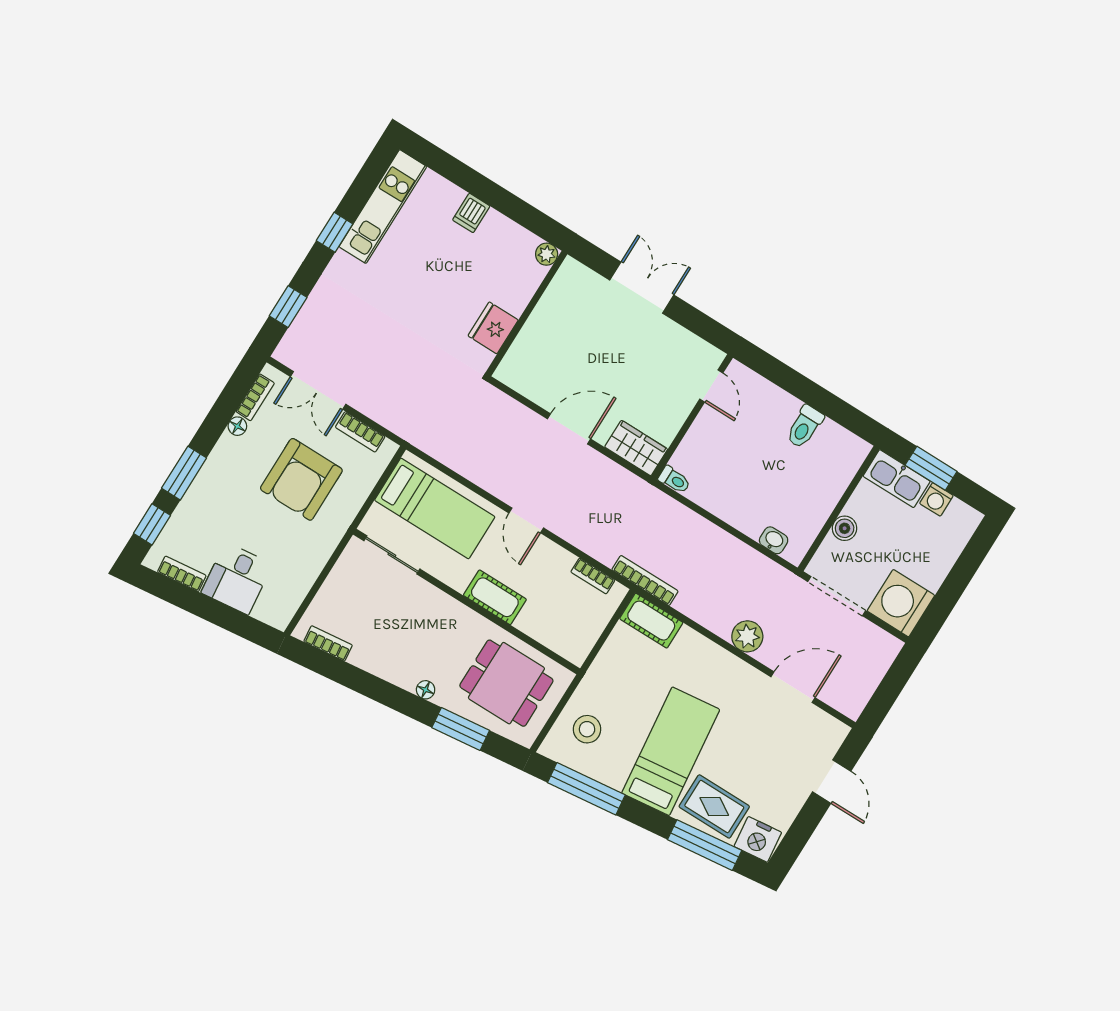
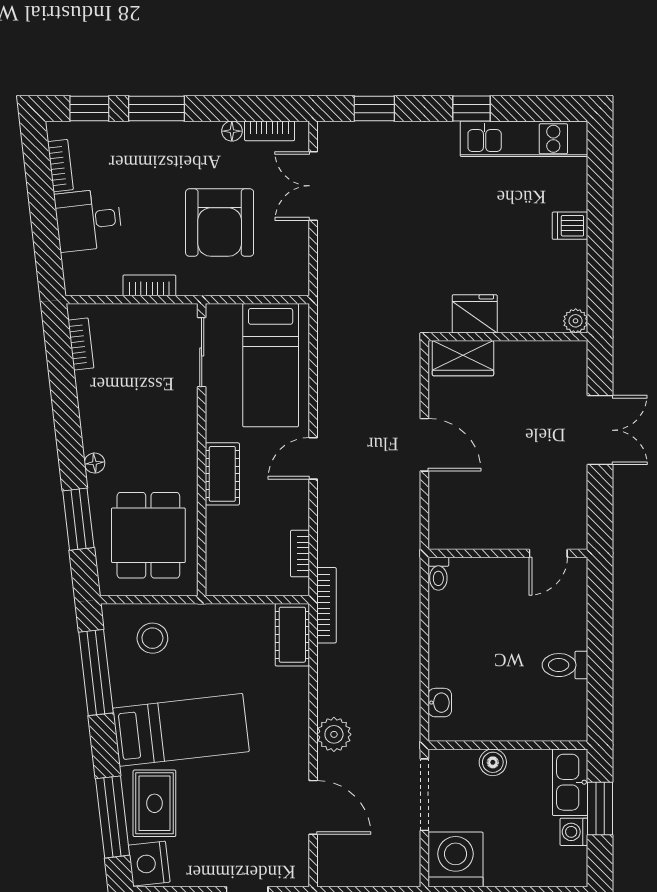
bookcase: (360, 432) -> (149, 285), moved, turned 90
wardrobe: (636, 448) -> (463, 358), moved, turned 90
armchair: (301, 479) -> (220, 223), turned -90

